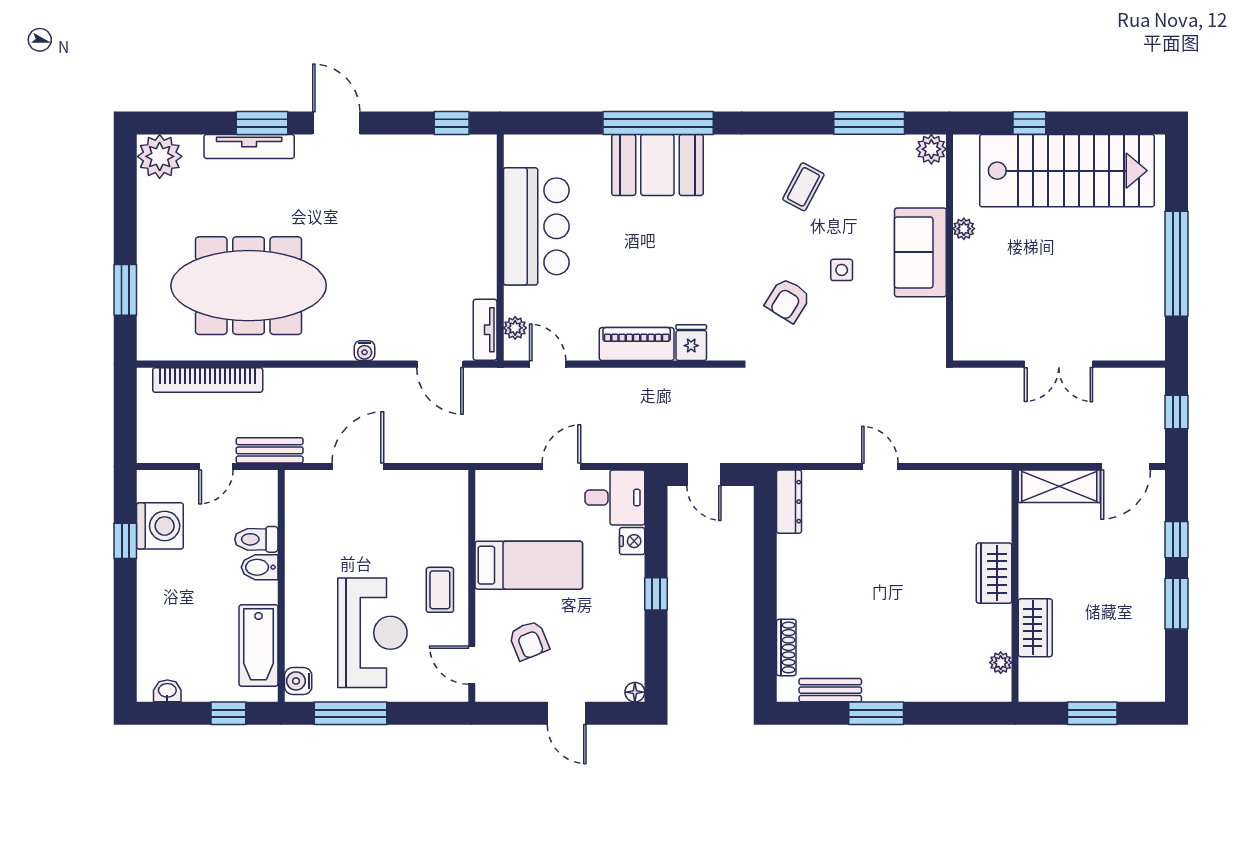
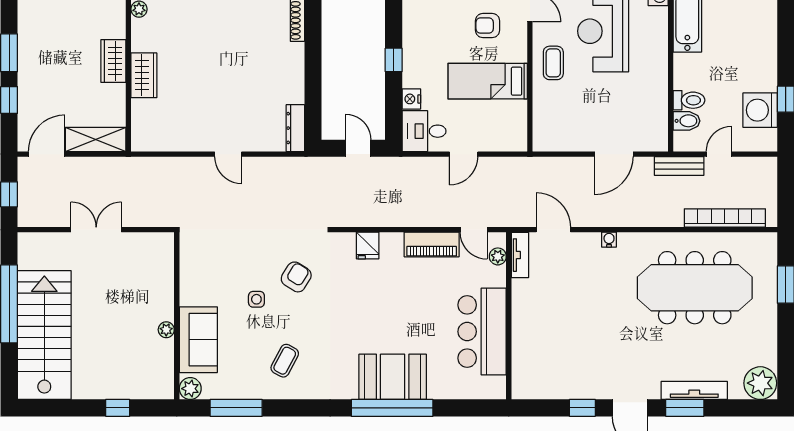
window: (452, 123) -> (582, 408), moved
stairs: (1067, 171) -> (44, 335), moved, turned 90
sofa: (920, 252) -> (198, 340), moved
piano: (637, 344) -> (432, 244), moved
bidet: (260, 567) -> (687, 121), moved
wardrobe: (1035, 628) -> (113, 61), moved
armchair: (529, 640) -> (488, 26), turned -68

